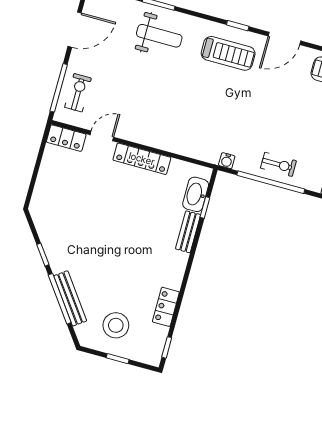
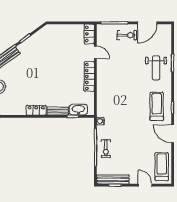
door: (75, 30) -> (147, 23), hinge flipped
treadmill: (228, 53) -> (157, 106), turned 180
exercise bike: (78, 93) -> (127, 35), moved
locker: (166, 307) -> (36, 110), moved

